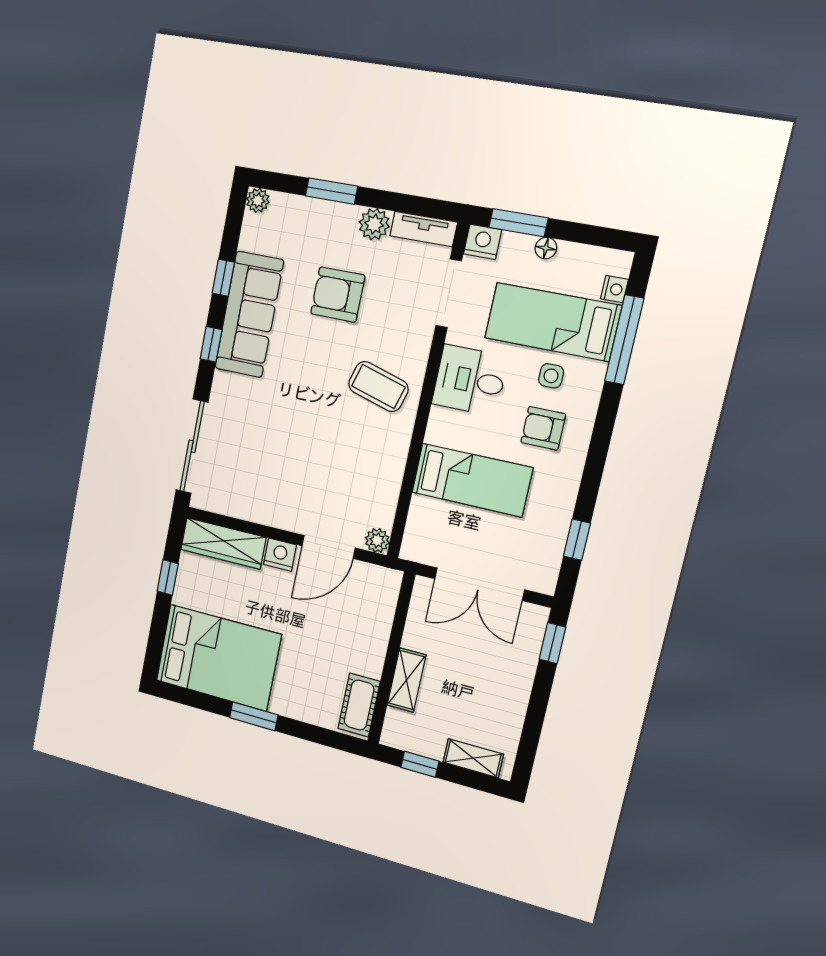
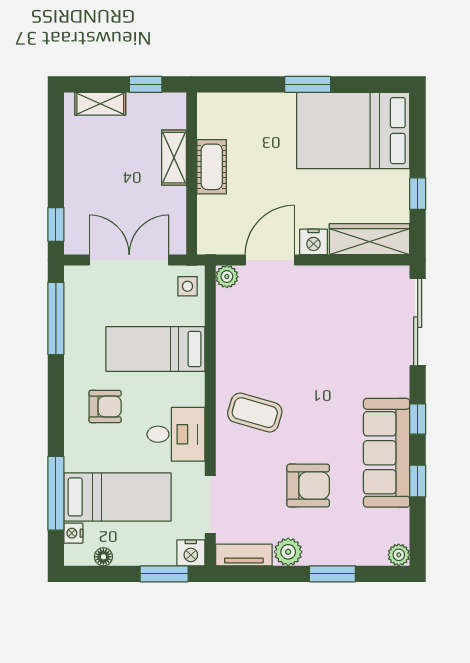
floor lamp: (546, 248) -> (103, 557), moved
side table: (551, 376) -> (187, 286), moved
window: (577, 540) -> (56, 318), width x2.17
cot: (359, 705) -> (212, 167), moved

